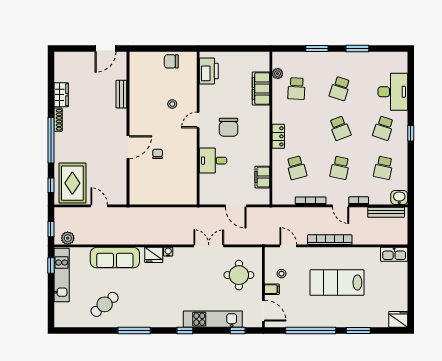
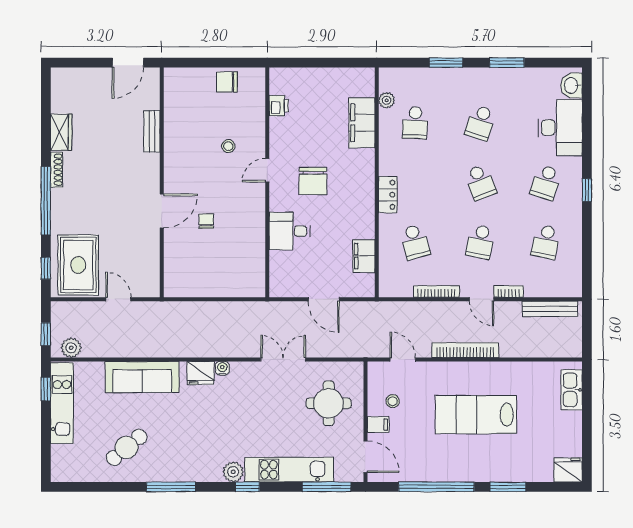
printer: (209, 71) -> (279, 106), width x0.53, depth x0.68
washbasin: (399, 197) -> (572, 85), moved, turned -90
kitchen sink: (394, 254) -> (572, 390), moved, turned 90
plant: (175, 321) -> (233, 472), added
window: (238, 331) -> (327, 487), width x2.17

